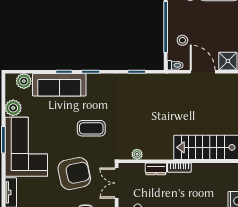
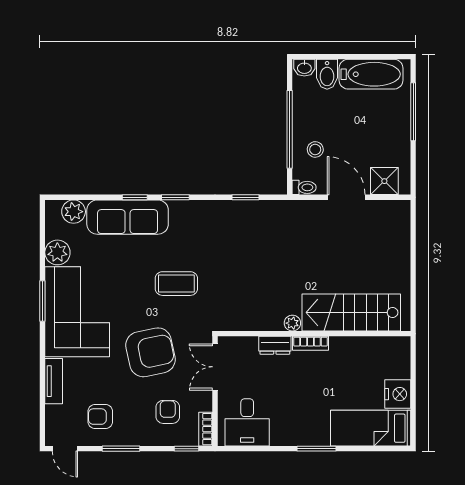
plant: (137, 154) -> (292, 323), moved

